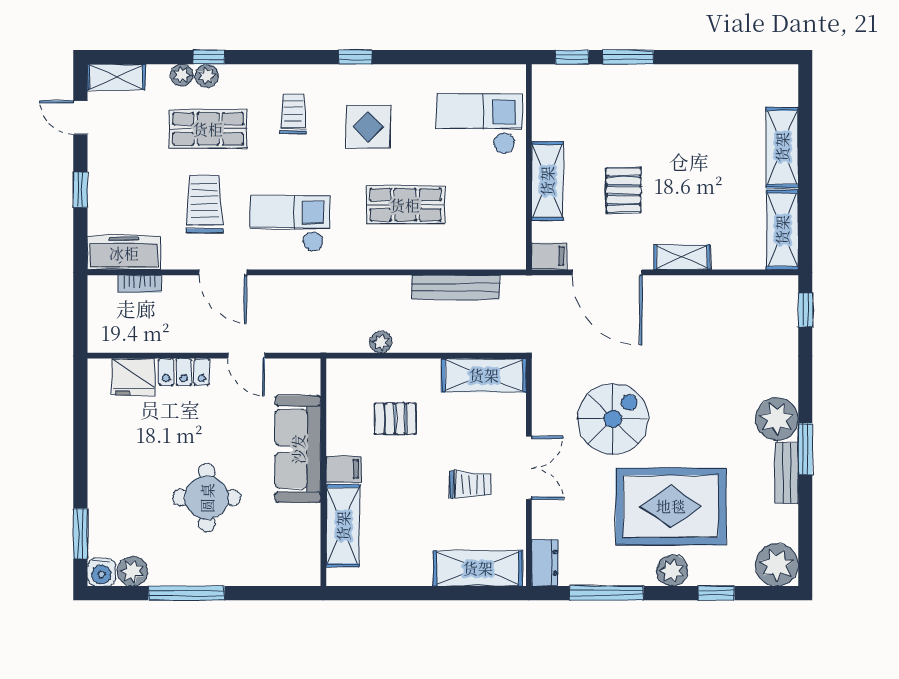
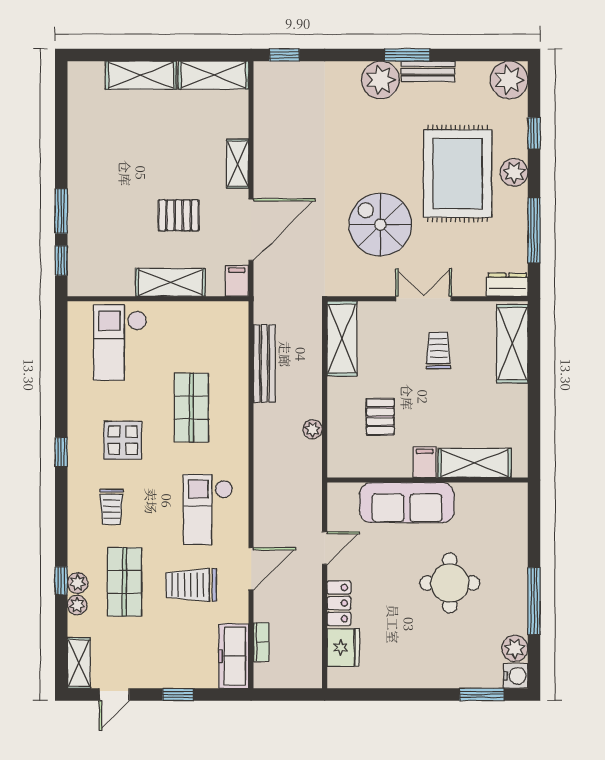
trolley: (293, 114) -> (111, 507), turned -90

